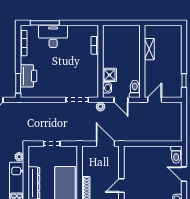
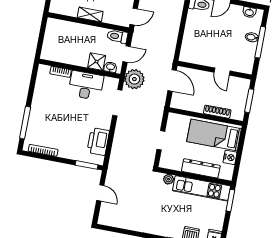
desk: (53, 36) -> (86, 85), moved, turned 90
shelving: (149, 49) -> (90, 15), moved
printer: (28, 76) -> (98, 142), moved, turned -90
door: (155, 100) -> (134, 17), swing flipped
plant: (100, 107) -> (134, 79), width x1.87, depth x1.87
door: (106, 144) -> (172, 80), swing flipped

